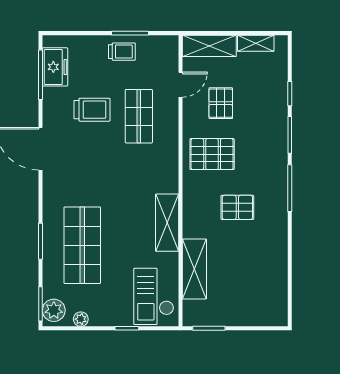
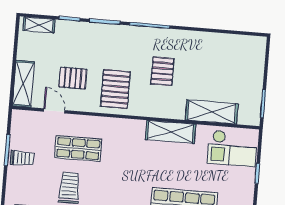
shelving: (256, 43) -> (39, 25), moved, turned 90
trolley: (122, 52) -> (22, 158), turned 90

